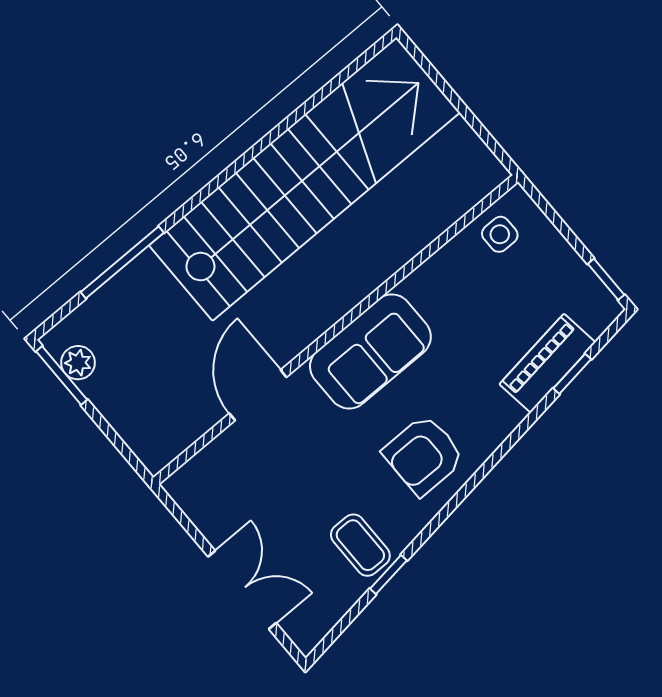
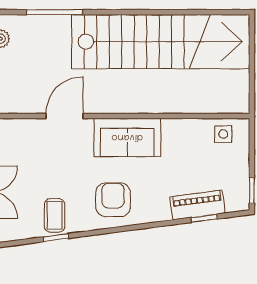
armchair: (424, 455) -> (113, 200), turned 90

